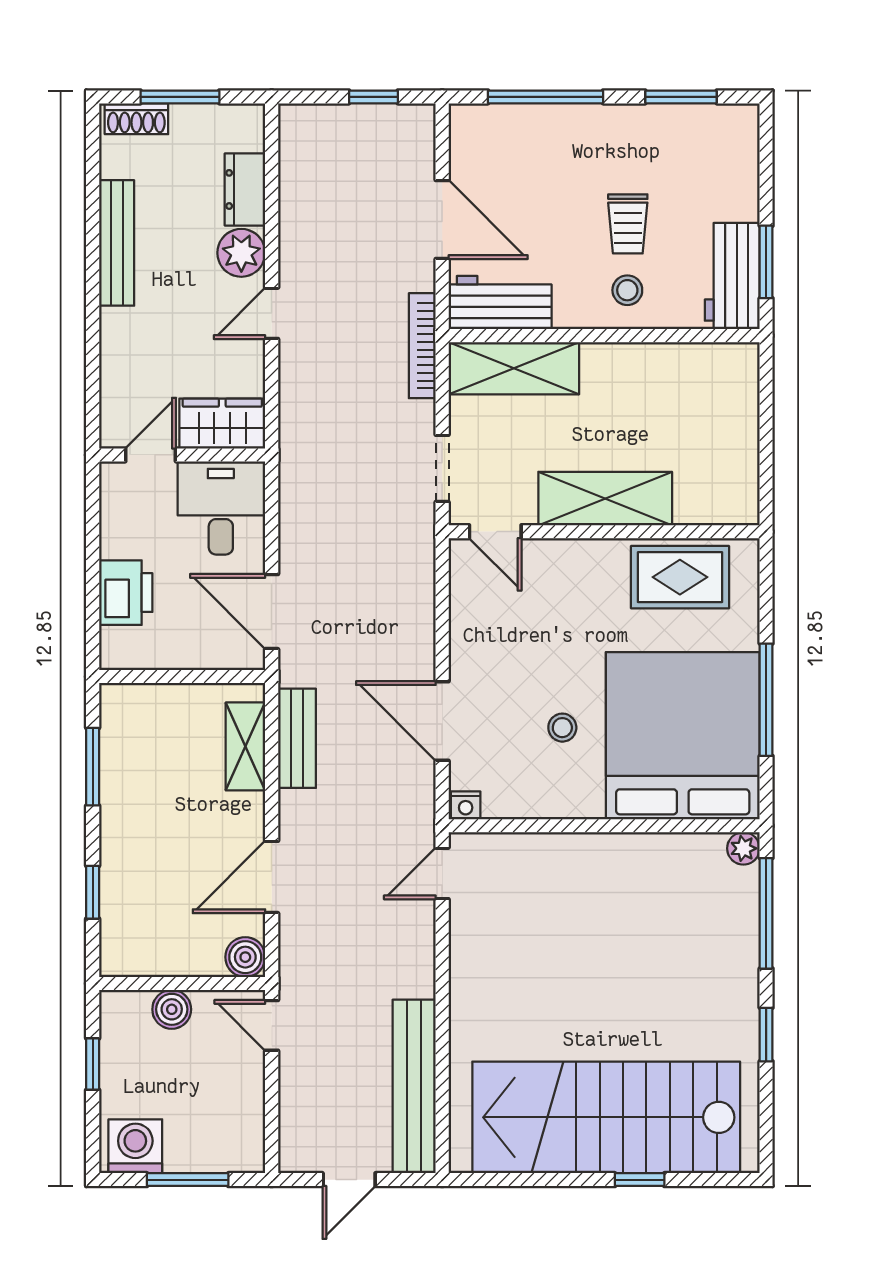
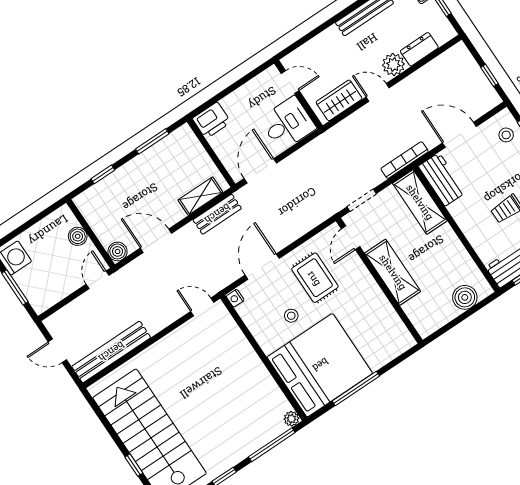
door: (442, 219) -> (459, 135), swing flipped
stool: (627, 290) -> (506, 135), moved
boiler: (734, 401) -> (465, 297), added
wardrobe: (222, 424) -> (339, 100), moved, turned -90
rug: (680, 577) -> (315, 278), moved
printer: (126, 593) -> (212, 120), moved
window: (93, 1064) -> (35, 220), removed

